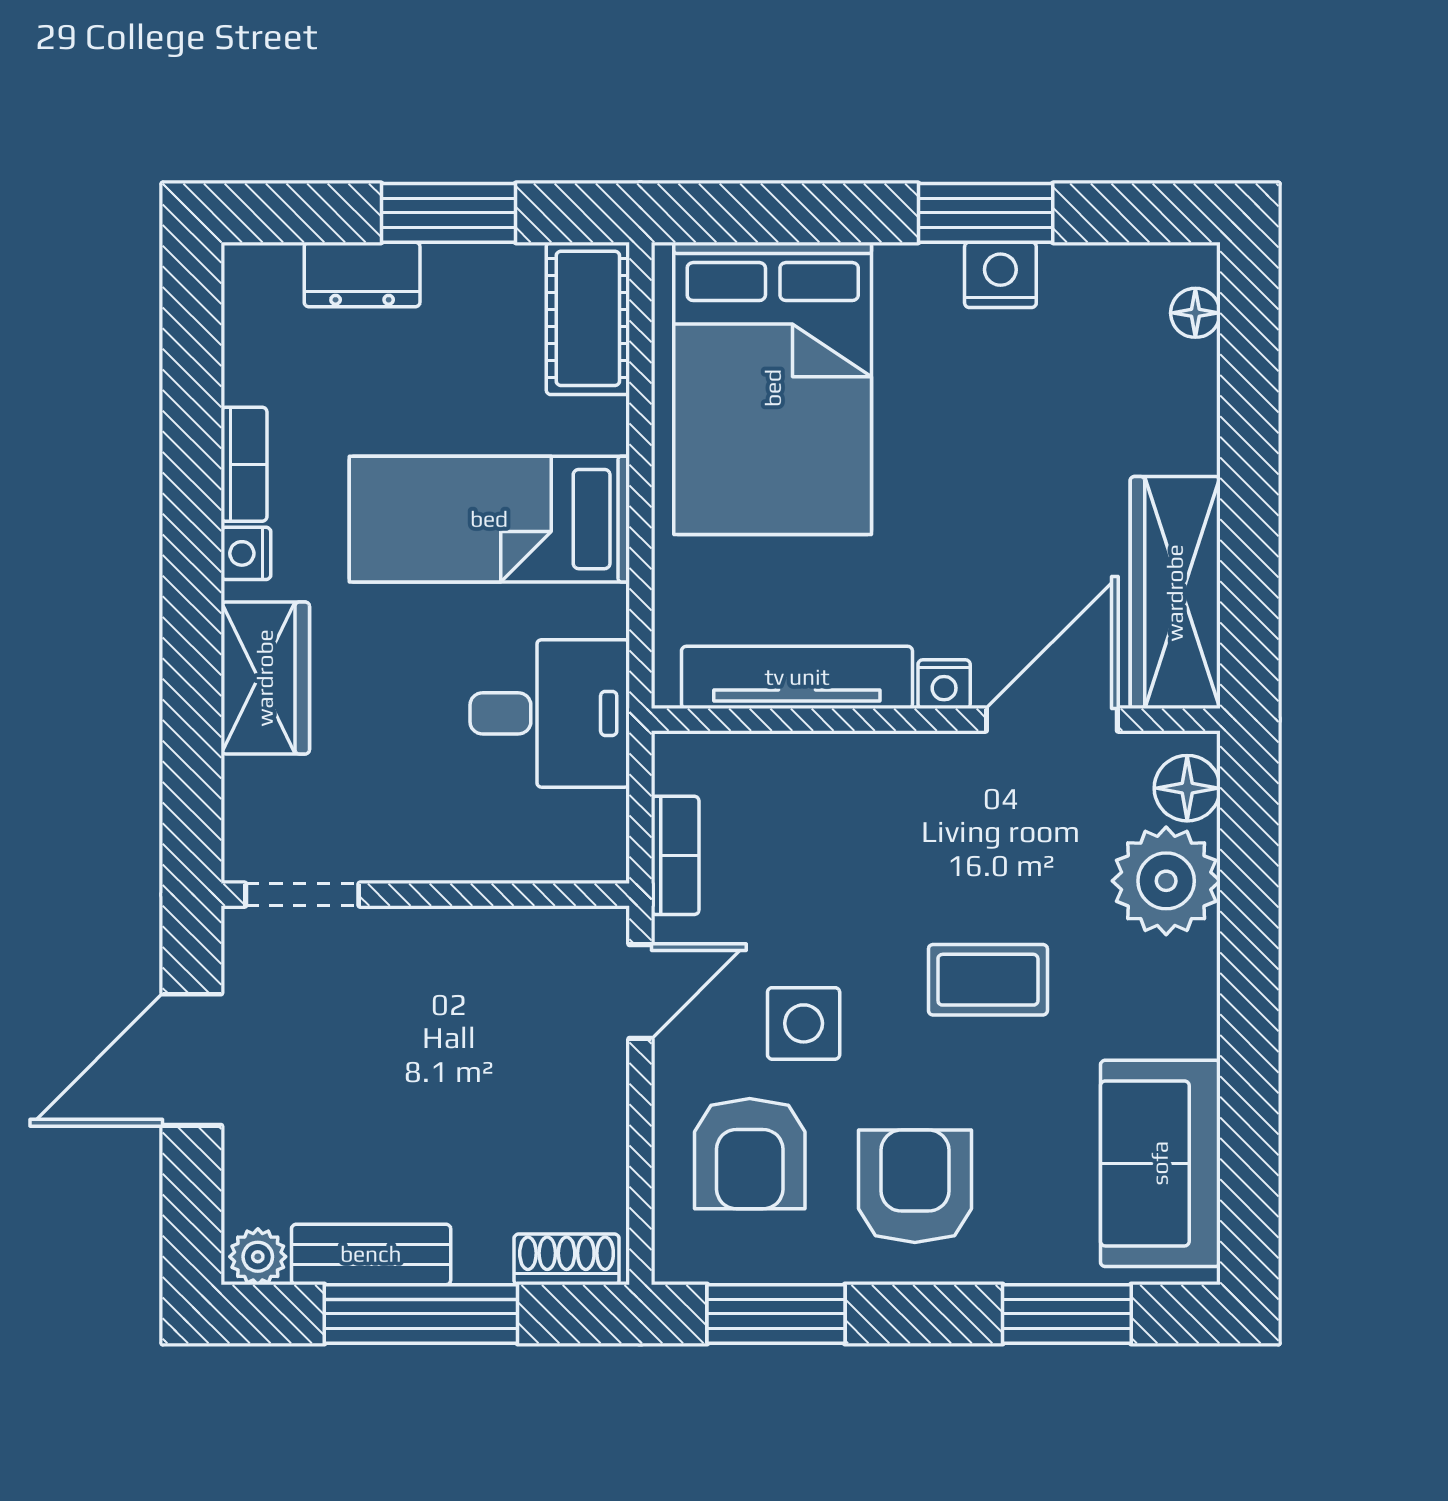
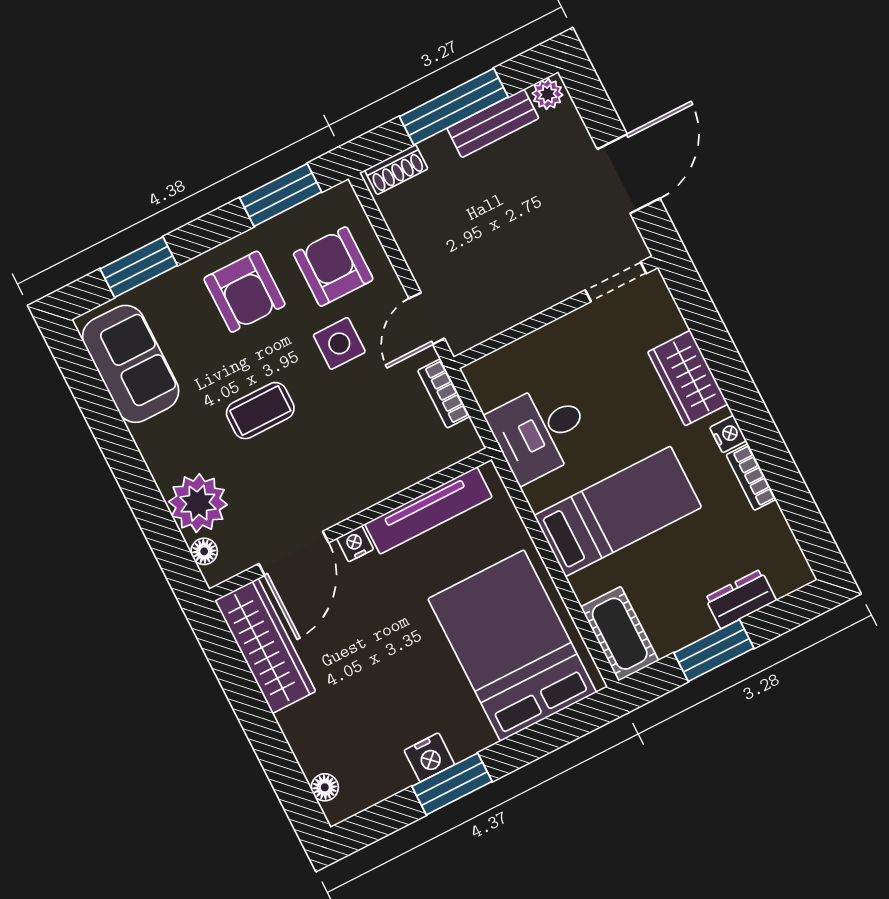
floor lamp: (1187, 788) -> (204, 551), width x0.73, depth x0.73

